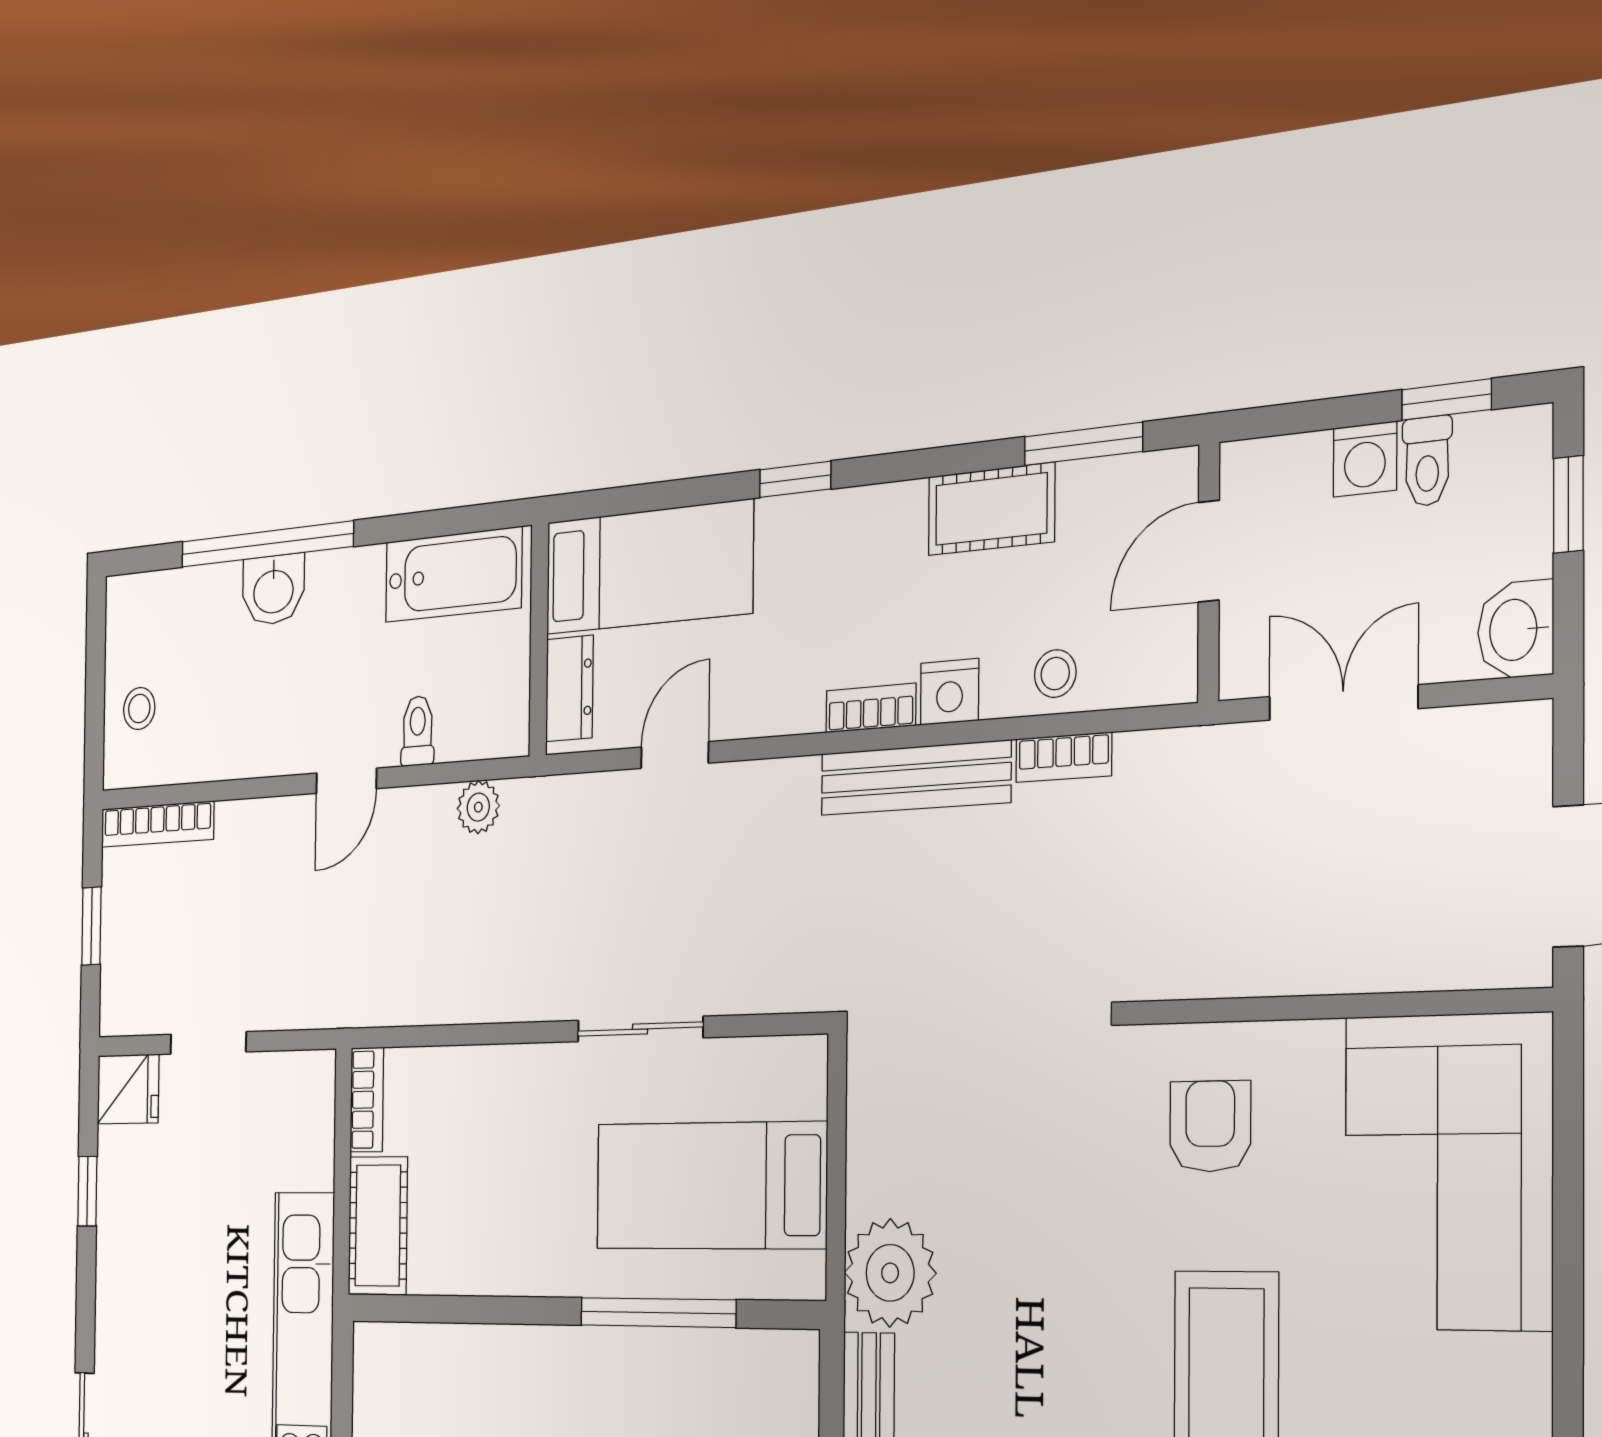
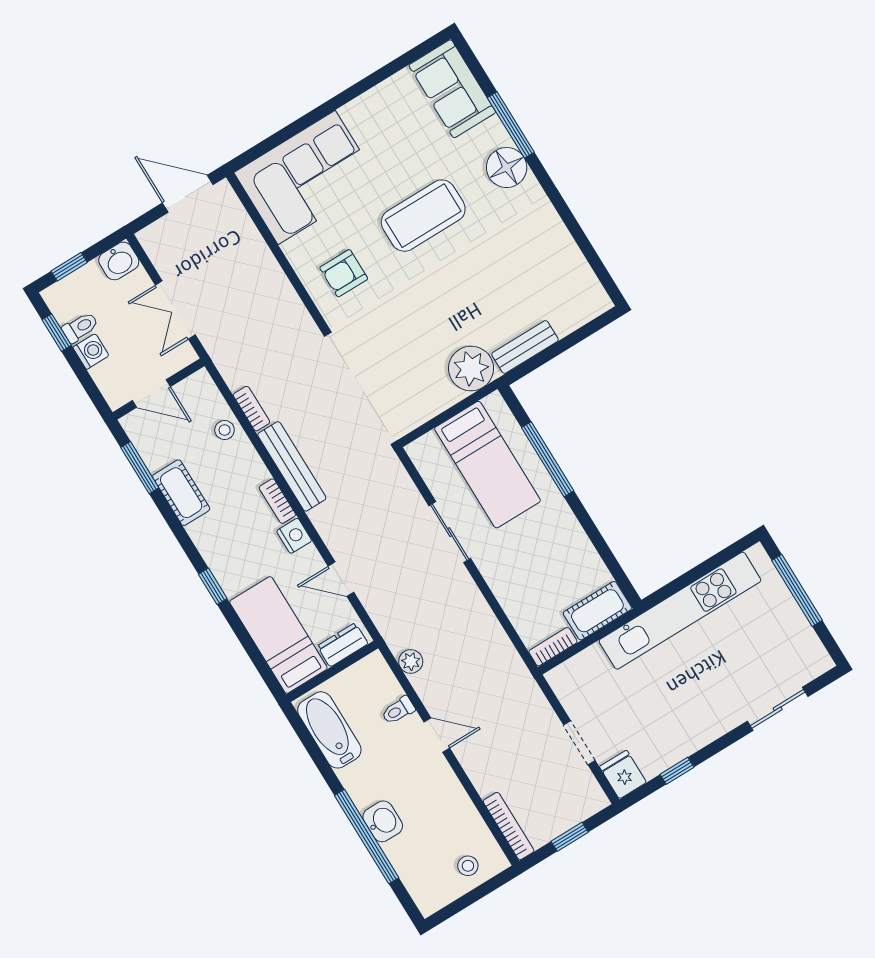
nightstand: (950, 692) -> (294, 536), moved

